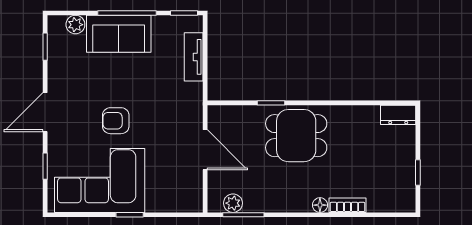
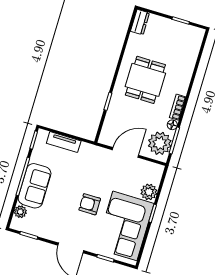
armchair: (116, 121) -> (90, 204), turned 90
dining table: (296, 136) -> (145, 80), moved
plant: (159, 200) -> (149, 192), added
plant: (233, 203) -> (160, 143), width x1.88, depth x1.88
floor lamp: (320, 205) -> (172, 125), moved
bookcase: (348, 205) -> (178, 107), moved

